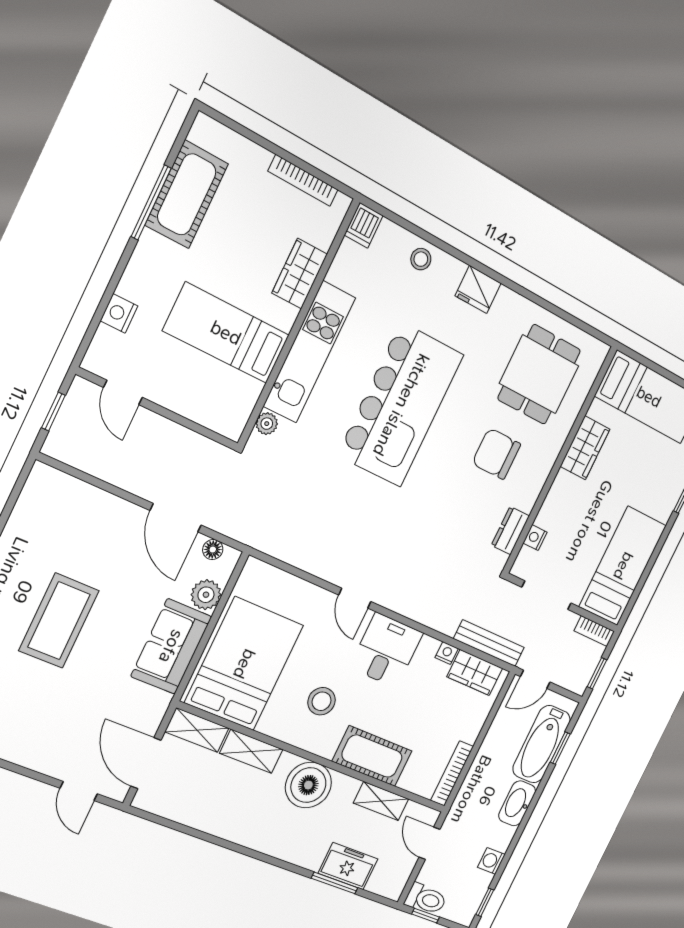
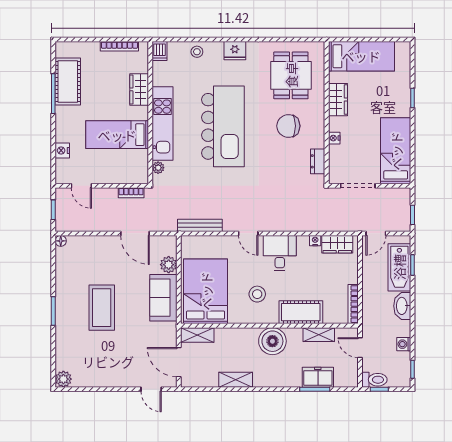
nightstand: (535, 538) -> (334, 138), moved
floor lamp: (213, 550) -> (61, 241), moved
bookcase: (594, 631) -> (131, 193), moved
bench: (489, 643) -> (200, 225), moved
shelving: (251, 751) -> (236, 380), moved

